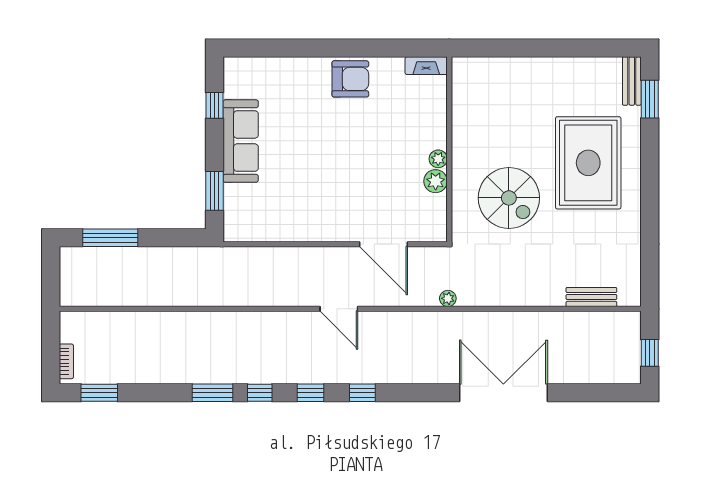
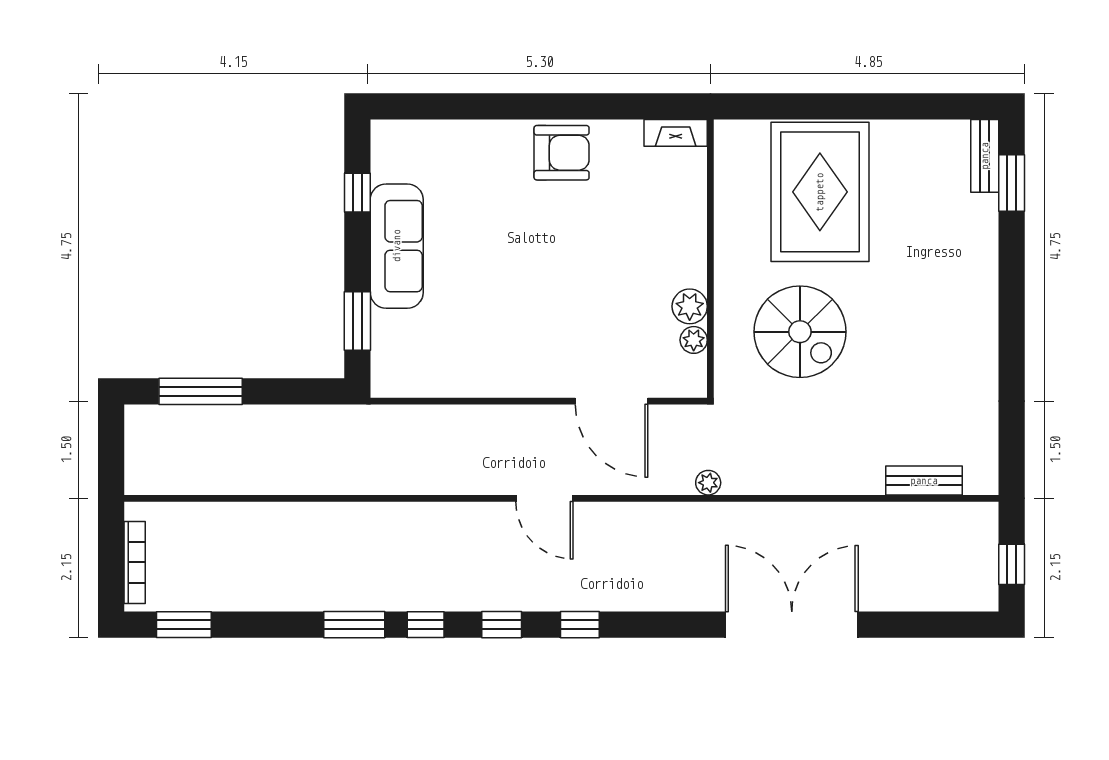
plant: (438, 159) -> (694, 340), moved
rug: (588, 163) -> (820, 192), moved
bookcase: (66, 361) -> (135, 562), width x1.56

